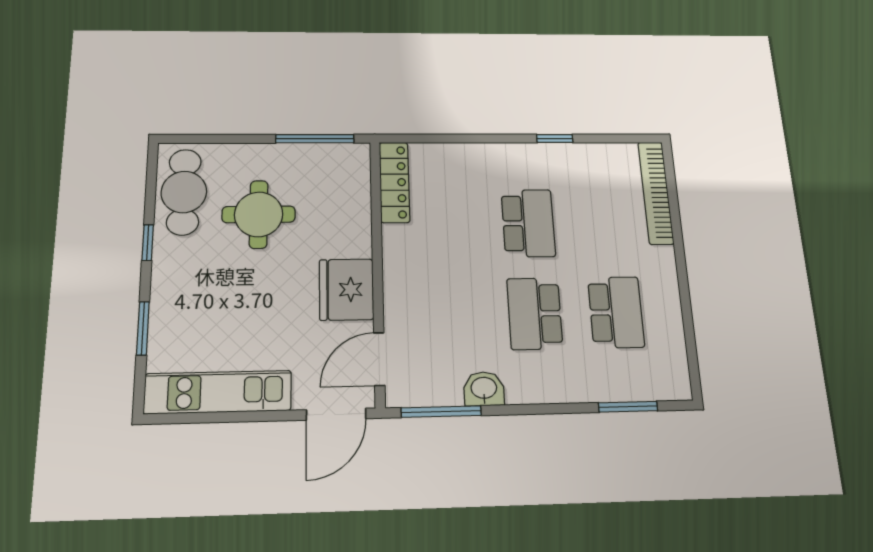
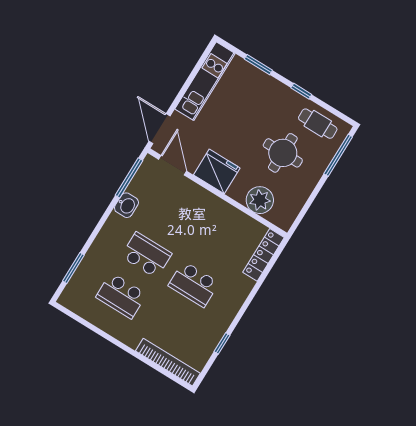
window: (315, 139) -> (338, 155), moved
window: (555, 139) -> (222, 343), moved
locker: (394, 182) -> (264, 255), moved, turned 90
cafe table: (184, 192) -> (318, 124), width x0.73, depth x0.74
plant: (349, 205) -> (260, 200), added

